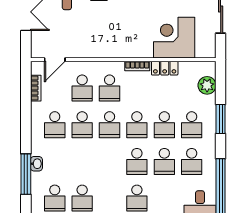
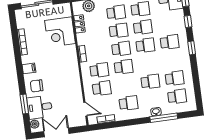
locker: (165, 68) -> (79, 24), moved
school desk: (82, 125) -> (150, 82), moved

